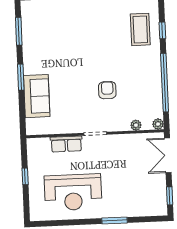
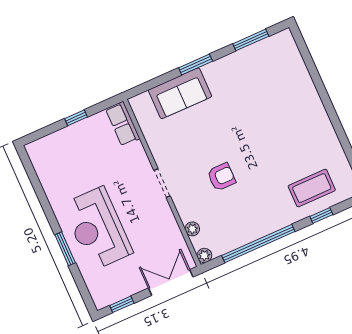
row of seats: (66, 144) -> (123, 124), moved
reception desk: (73, 192) -> (97, 229), moved

